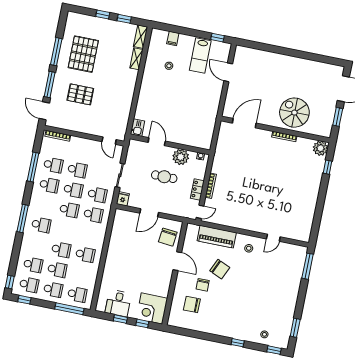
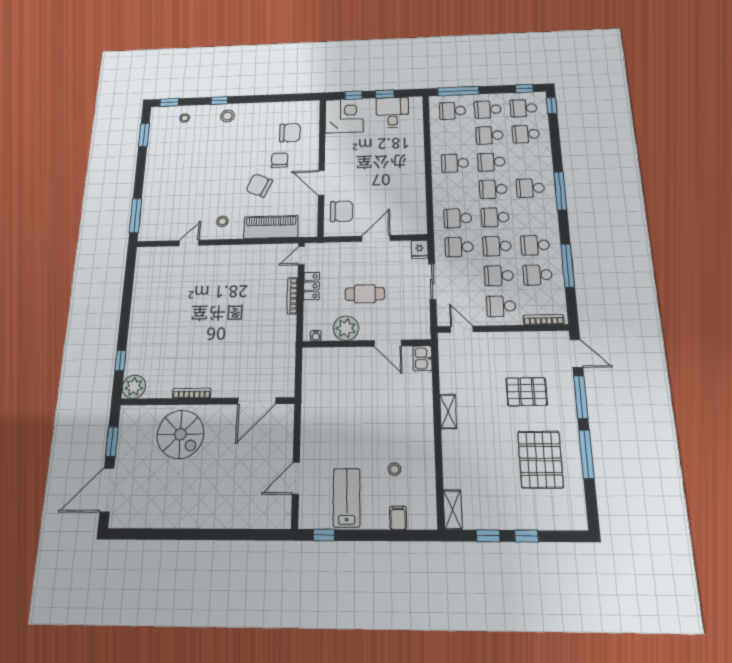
shelving: (136, 59) -> (448, 412), moved
door: (228, 72) -> (296, 478), swing flipped
school desk: (81, 150) -> (501, 306), added
school desk: (65, 230) -> (493, 189), added
chair: (168, 237) -> (342, 211), turned 84
stool: (234, 329) -> (228, 116), added

